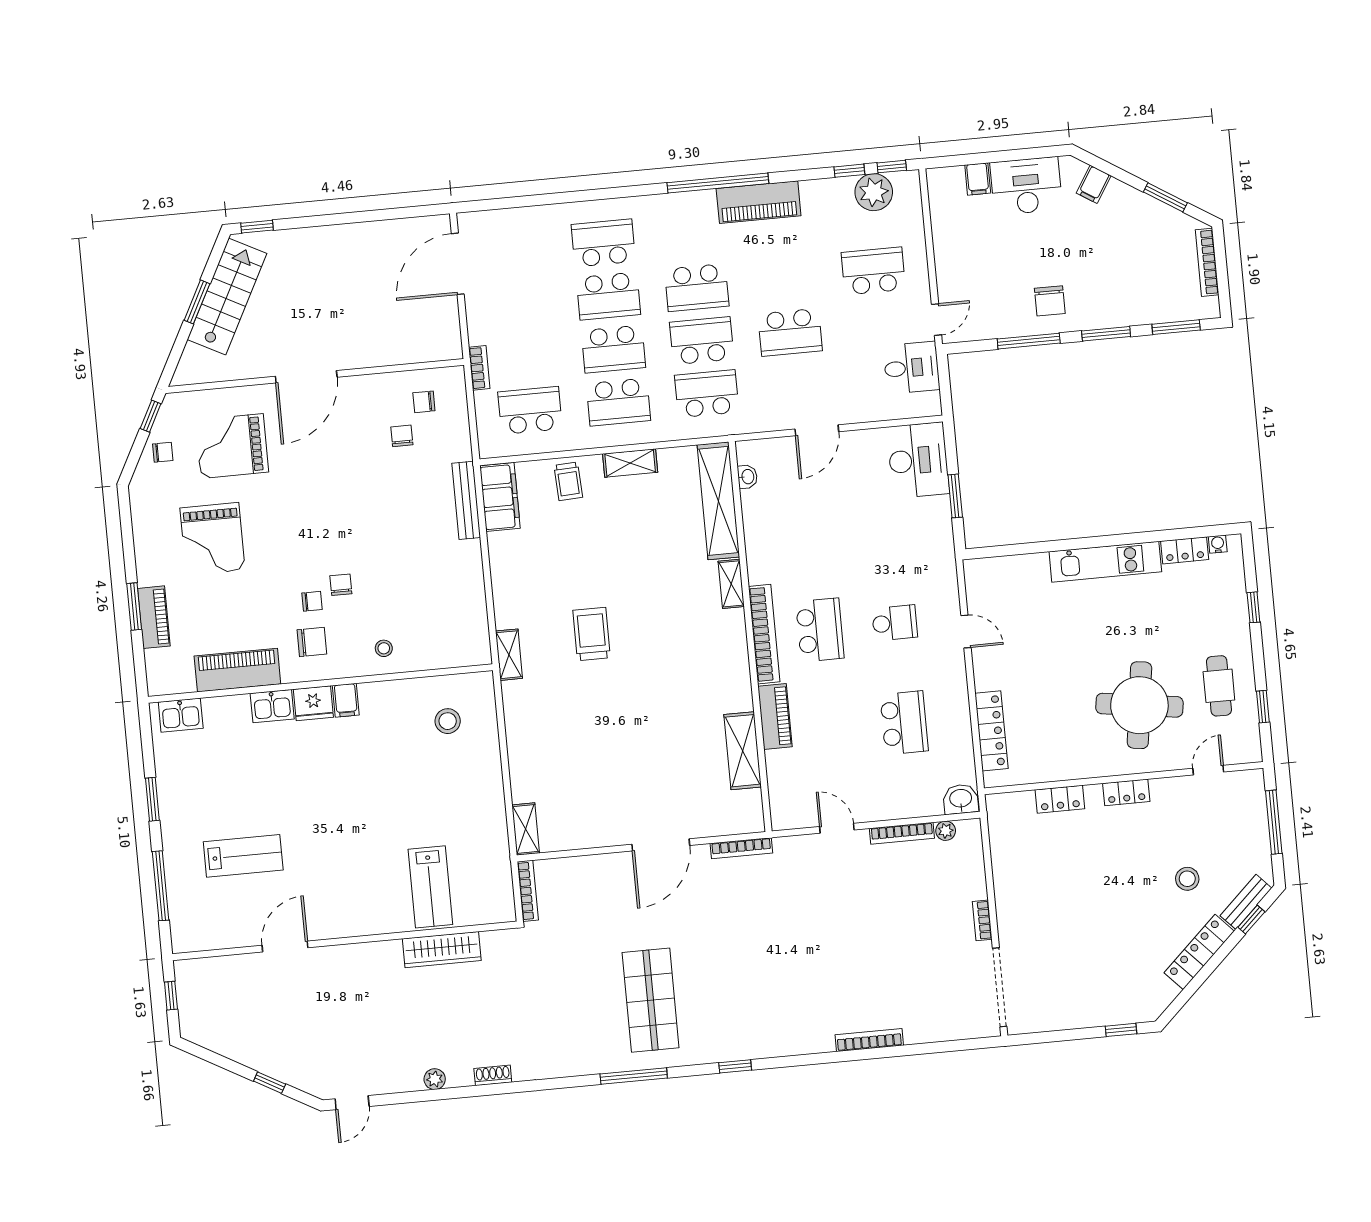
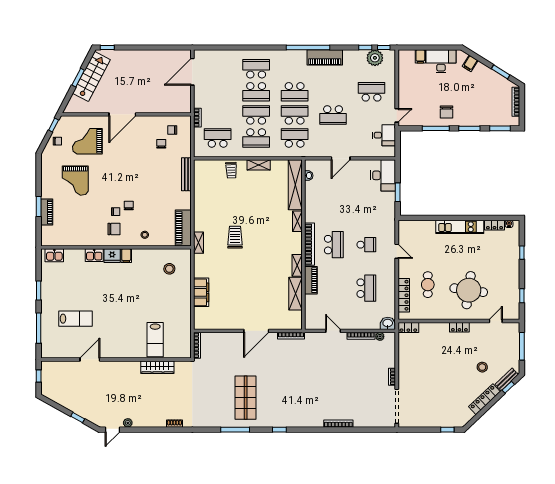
school desk: (613, 349) -> (256, 115), turned 180
filing cabinet: (500, 497) -> (201, 292), moved
piano: (237, 670) -> (183, 228), moved, turned -90
cafe table: (1219, 686) -> (428, 285), moved
locker: (1060, 799) -> (408, 328), moved
shelving: (526, 829) -> (297, 265), moved
plant: (435, 1079) -> (128, 423), moved

